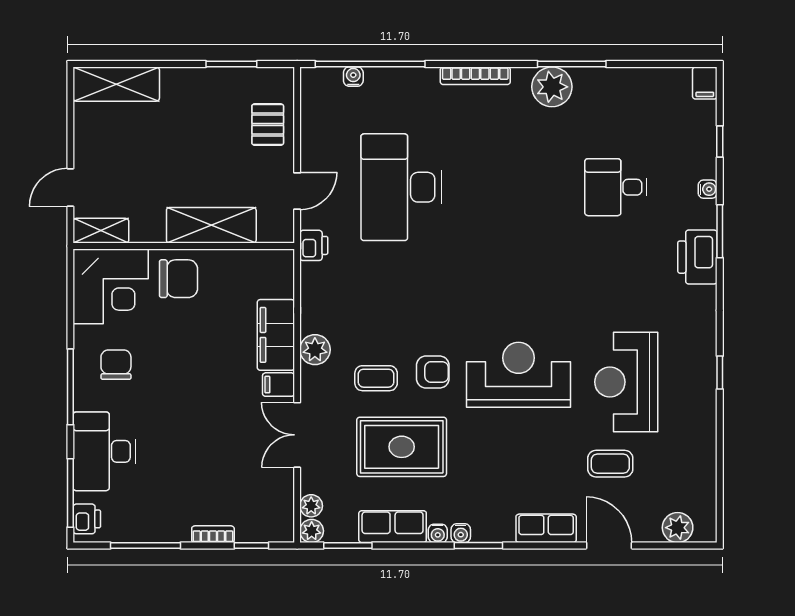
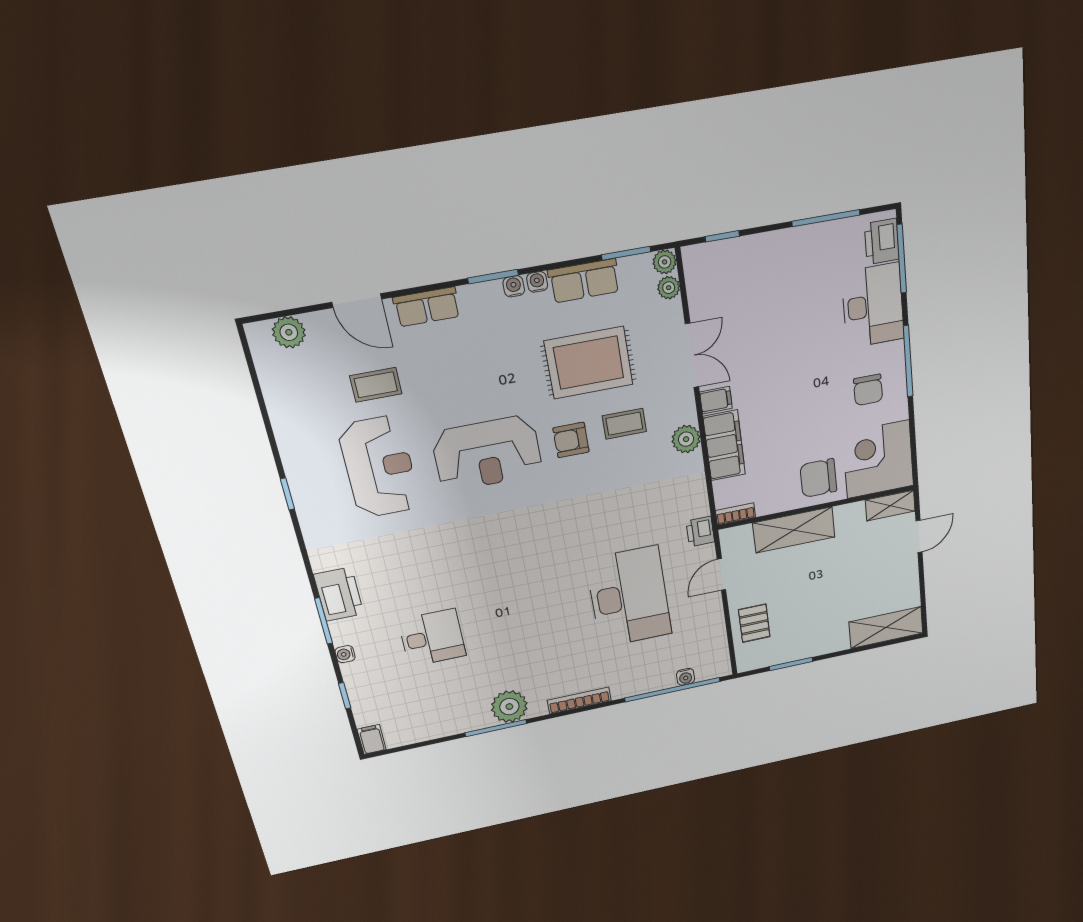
printer: (87, 519) -> (882, 241), width x1.36, depth x1.24
bookcase: (213, 534) -> (736, 514), moved, turned 180

